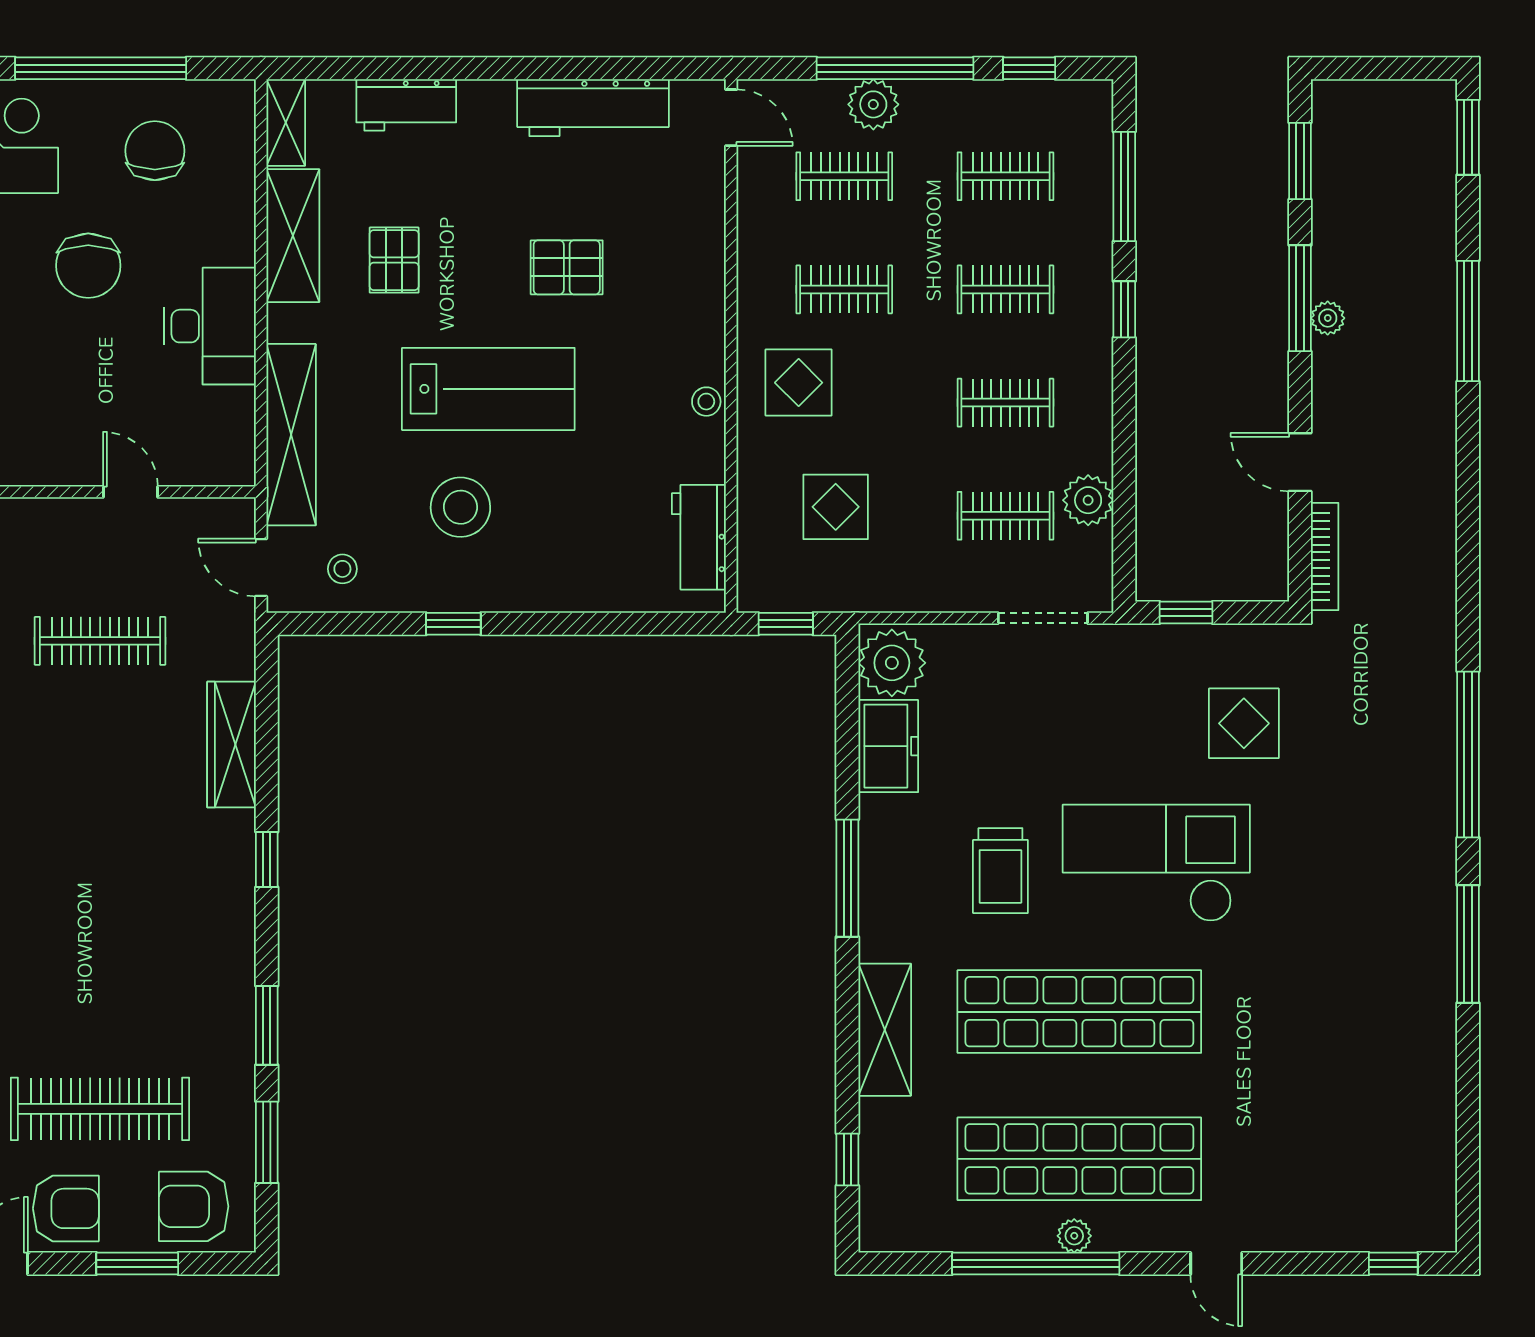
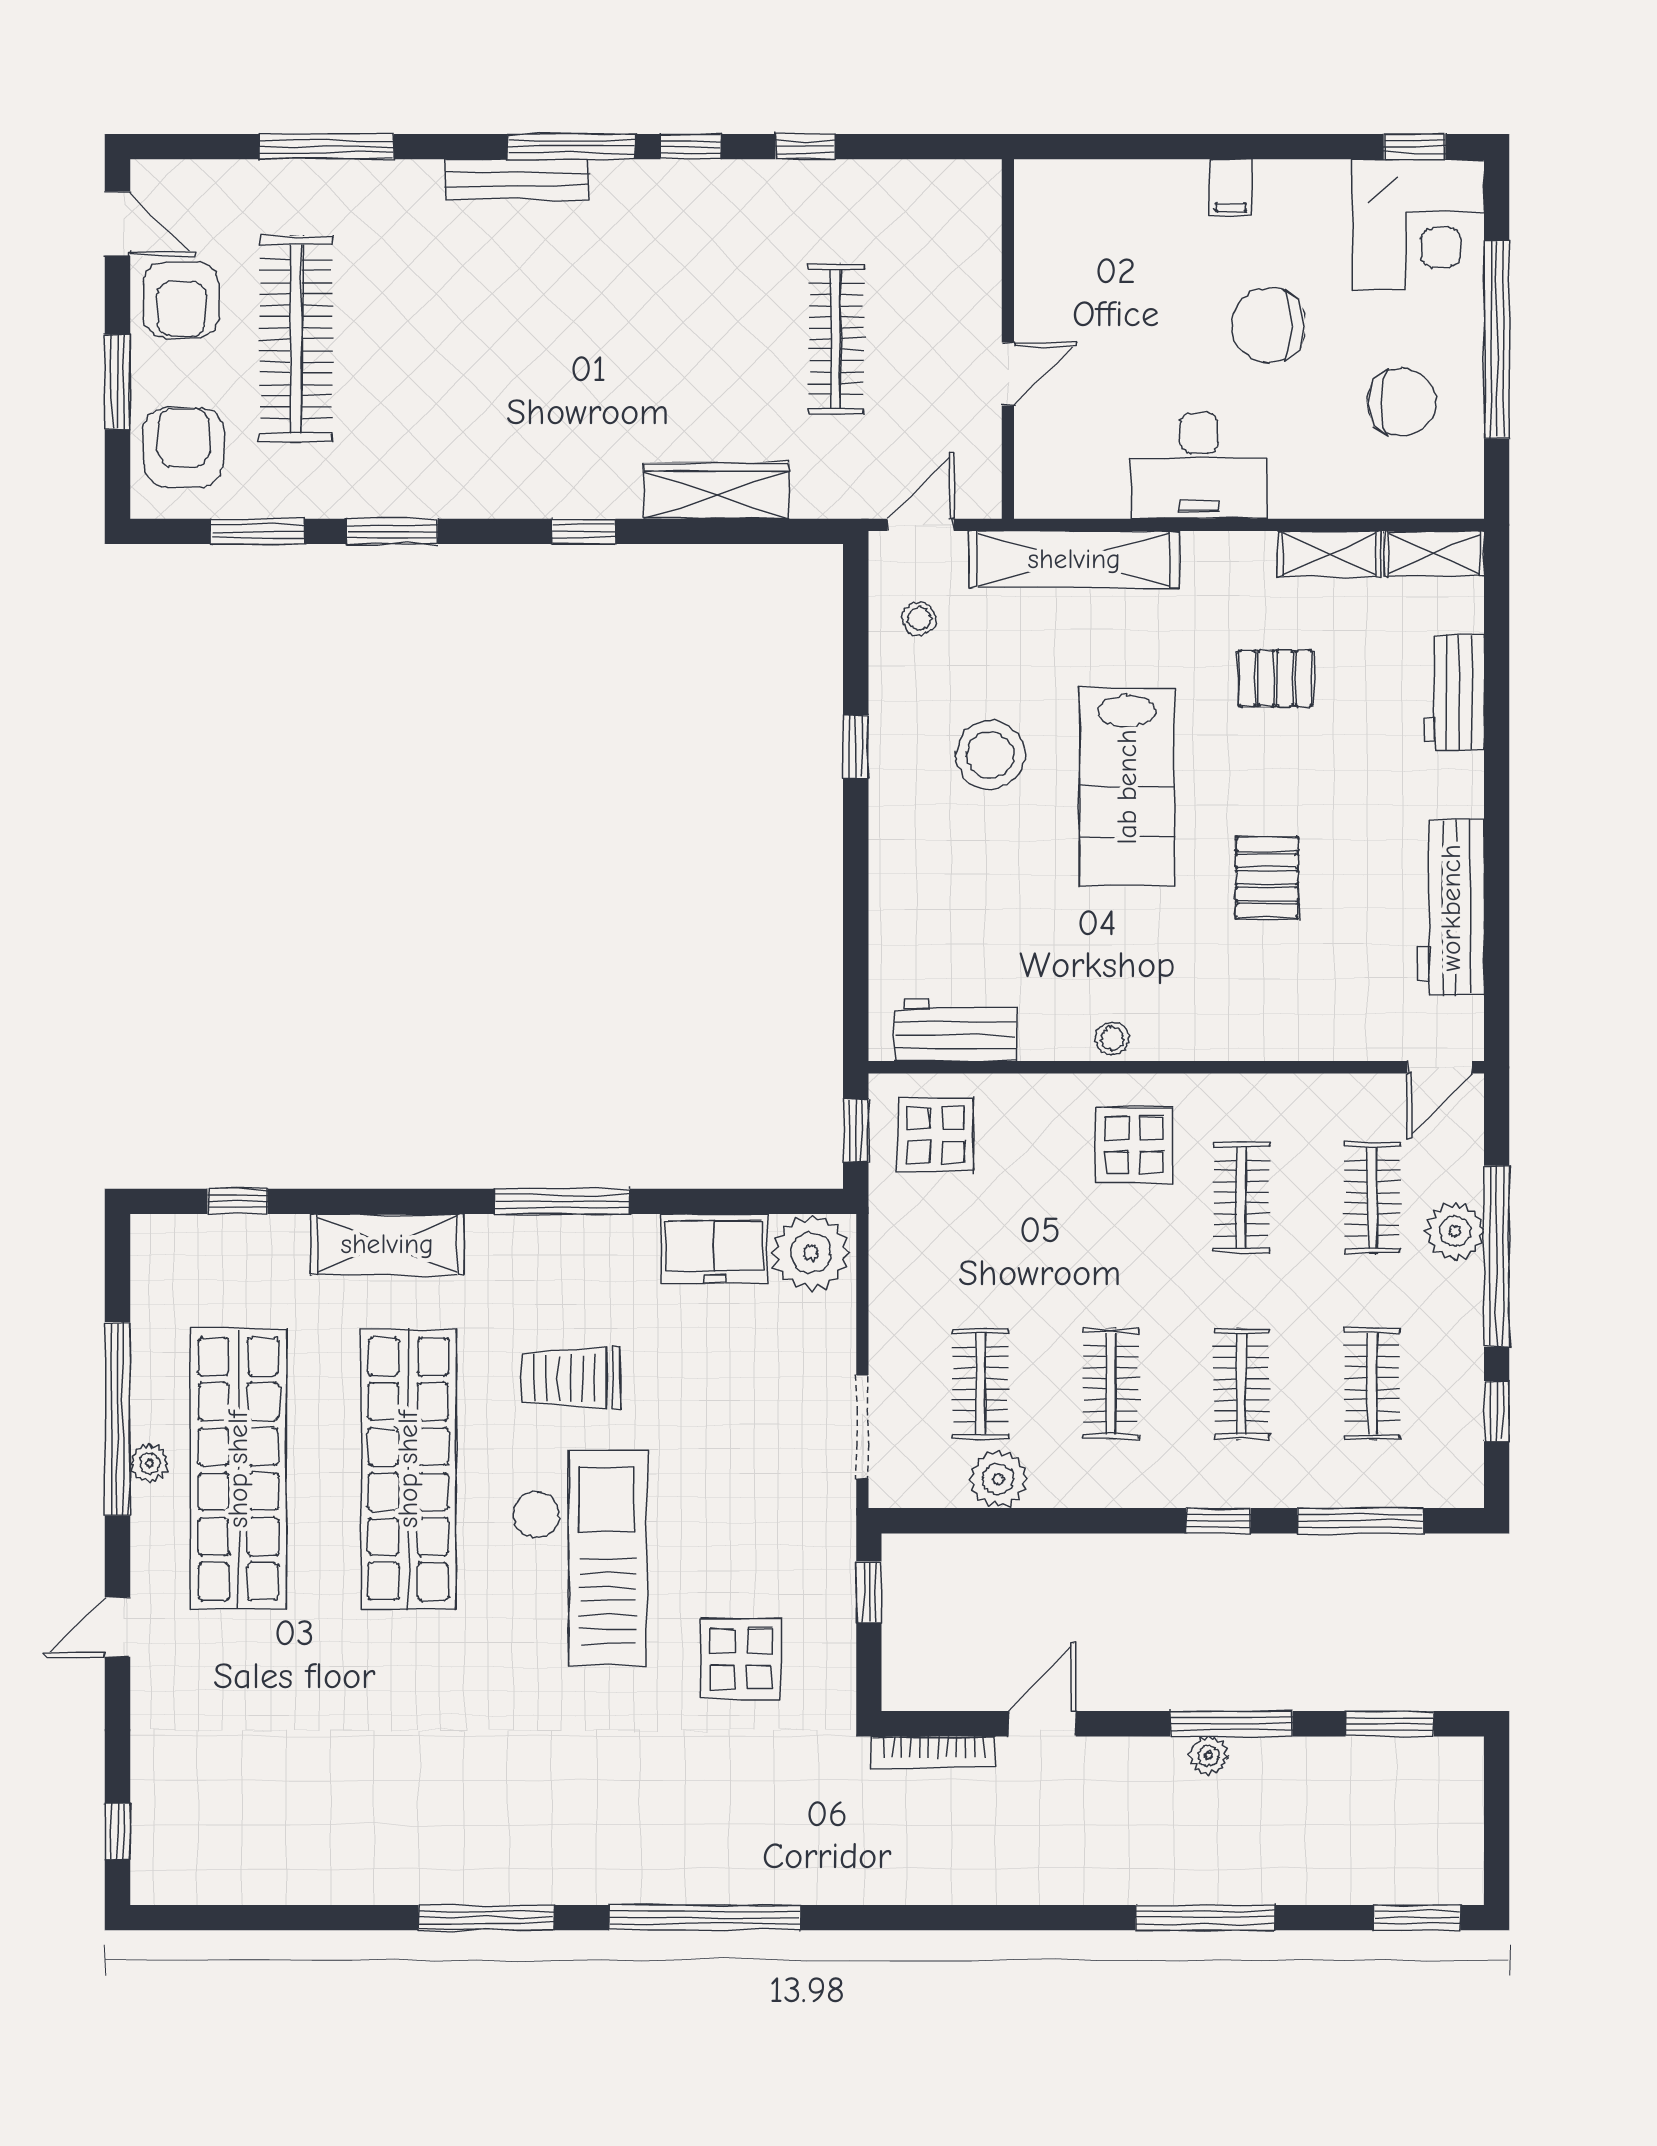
shelving: (293, 236) -> (1329, 554), width x0.67, depth x0.75
display table: (836, 507) -> (936, 1135), moved

